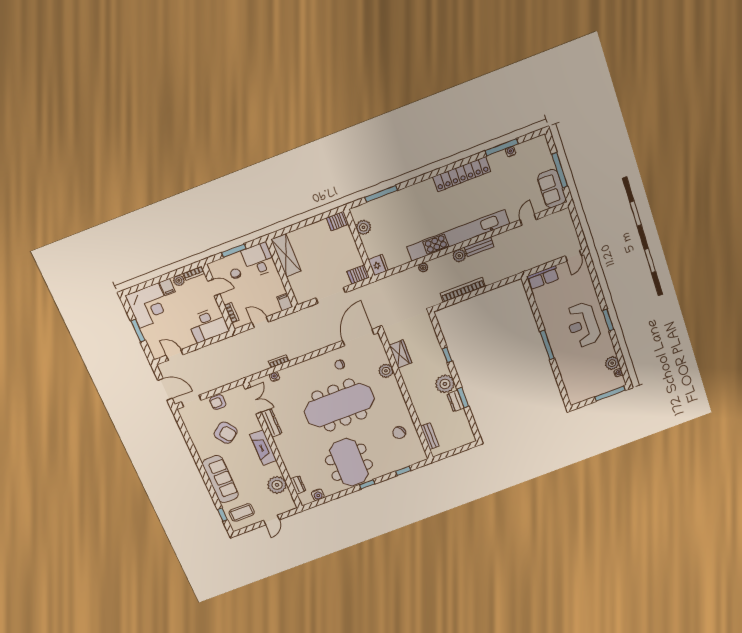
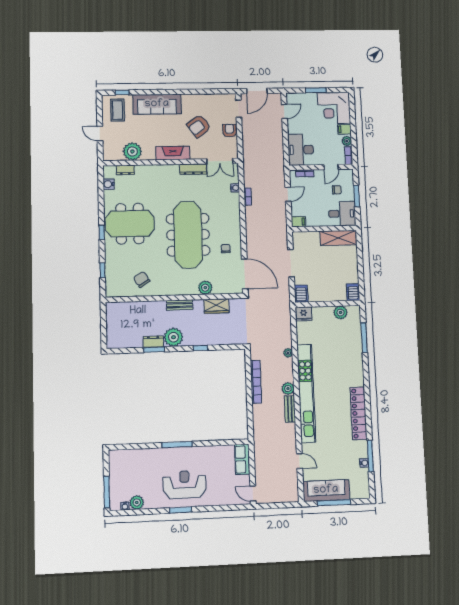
sofa: (552, 189) -> (326, 490), width x1.36
bench: (430, 436) -> (180, 305), moved

